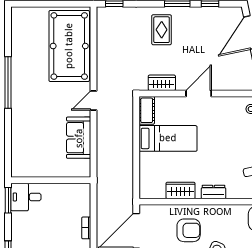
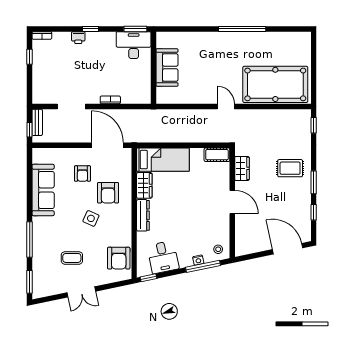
sofa: (79, 138) -> (167, 68), moved, turned 90
bed: (168, 138) -> (163, 160), moved, turned -90
dresser: (214, 192) -> (143, 215), width x1.44
desk: (26, 197) -> (134, 45), width x1.37

